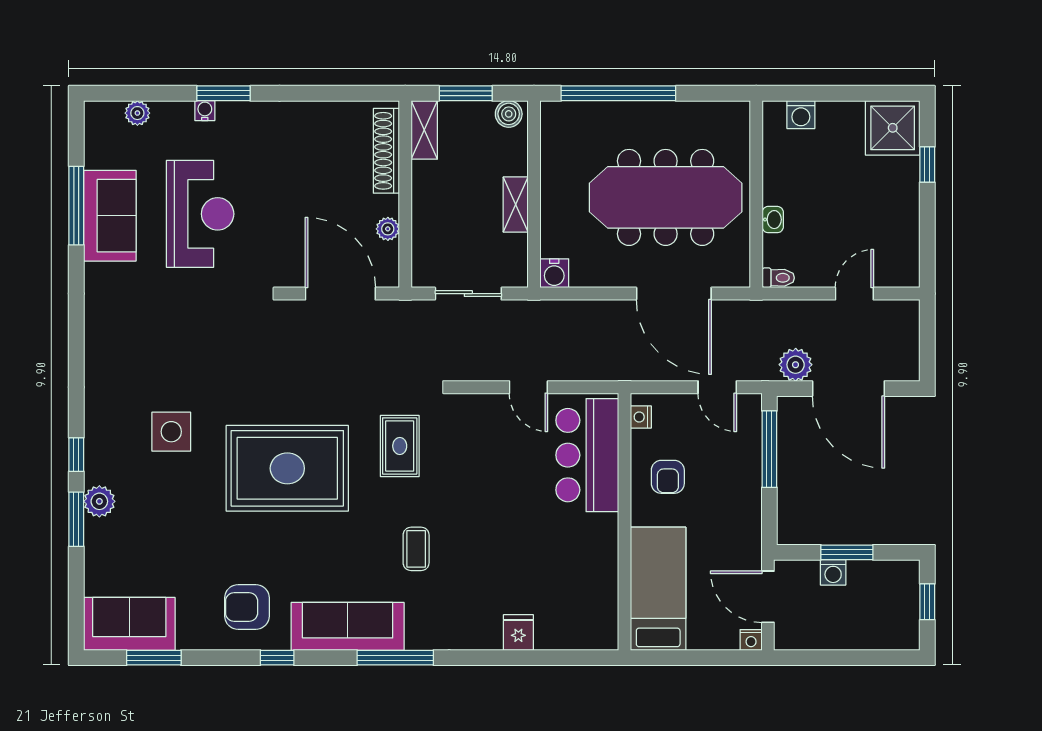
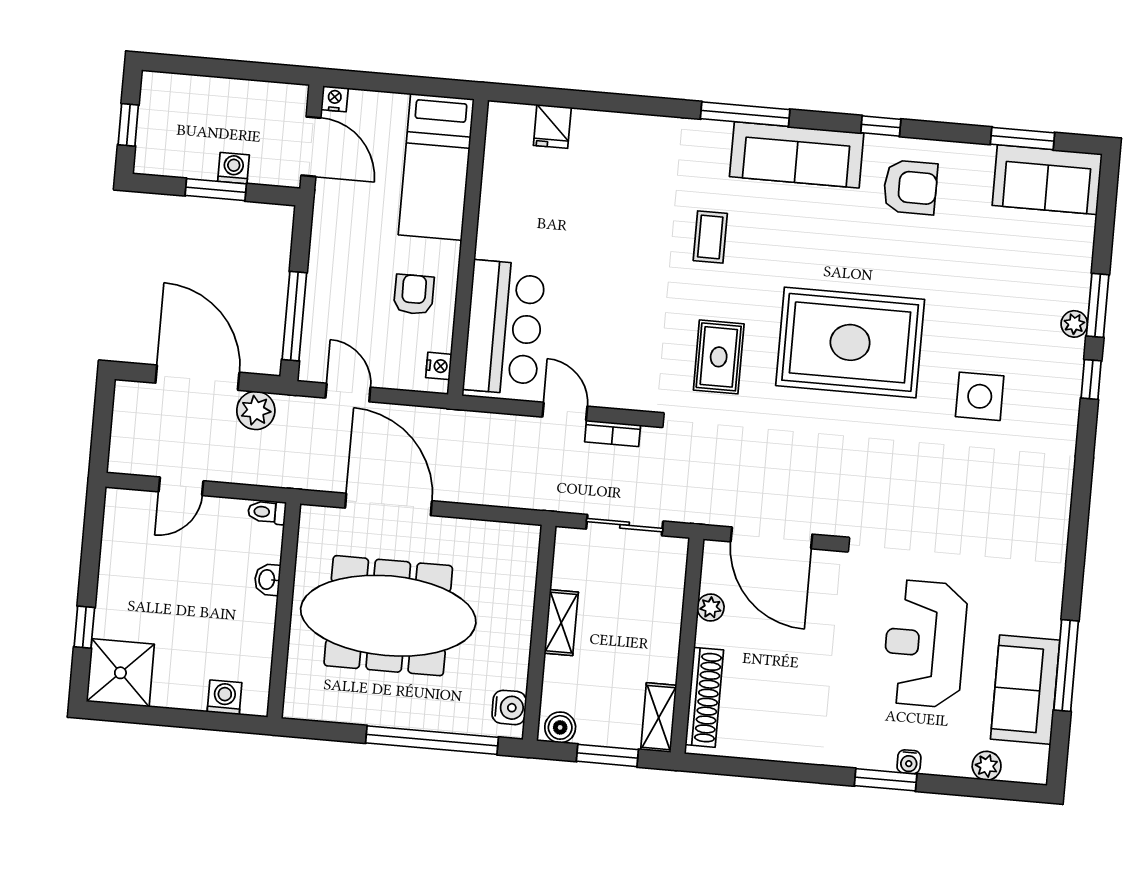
sofa: (110, 216) -> (1025, 690), moved
water cooler: (554, 273) -> (509, 707), moved, turned 90
bookcase: (486, 372) -> (613, 433), added
plant: (99, 501) -> (1074, 324), width x0.73, depth x0.73
fridge: (518, 633) -> (552, 126), moved

